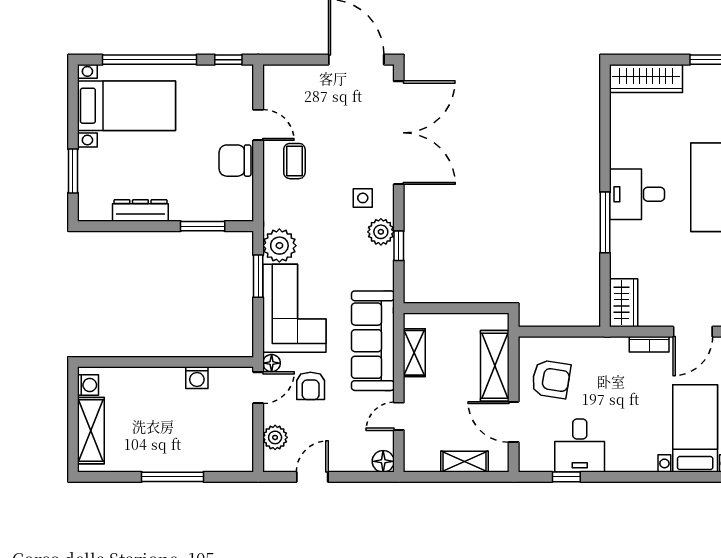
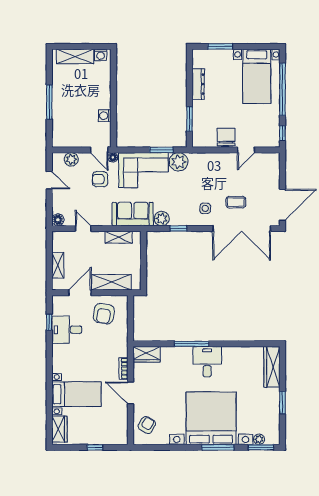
coffee table: (294, 161) -> (236, 202), moved
plant: (381, 232) -> (162, 219), moved
sofa: (373, 341) -> (133, 214), width x0.73

